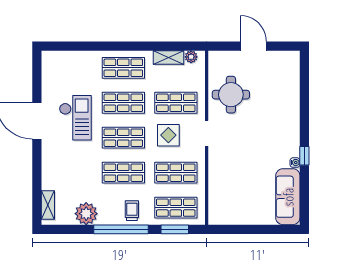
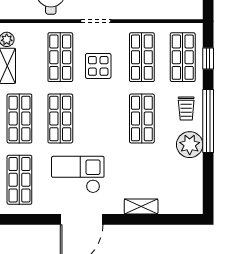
shop shelf: (123, 138) -> (19, 180), moved
shelving: (48, 205) -> (141, 206), moved
trolley: (132, 211) -> (186, 108), turned -90
plant: (86, 214) -> (190, 145), moved
window: (175, 229) -> (208, 58), width x0.67

